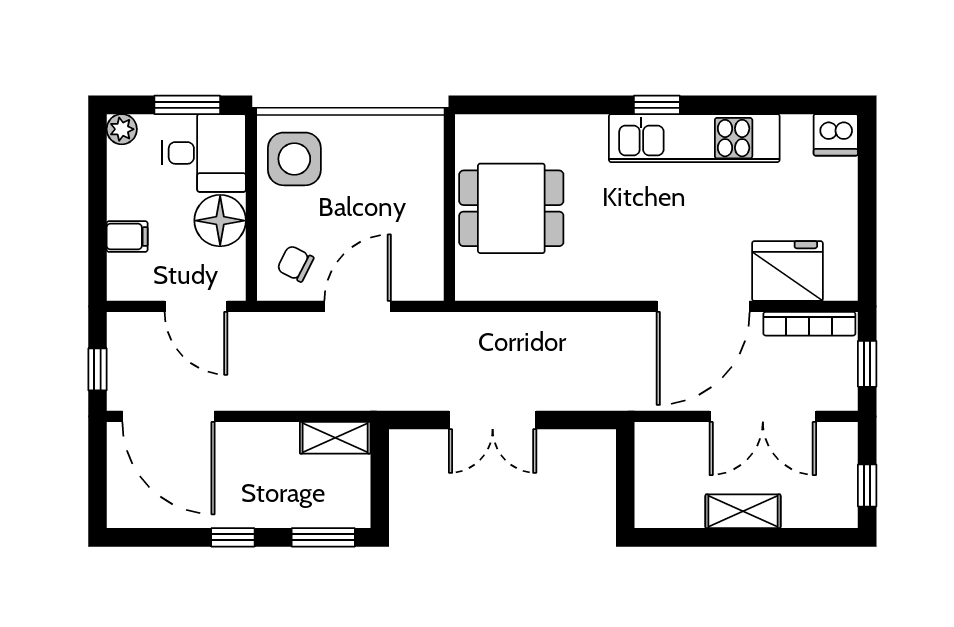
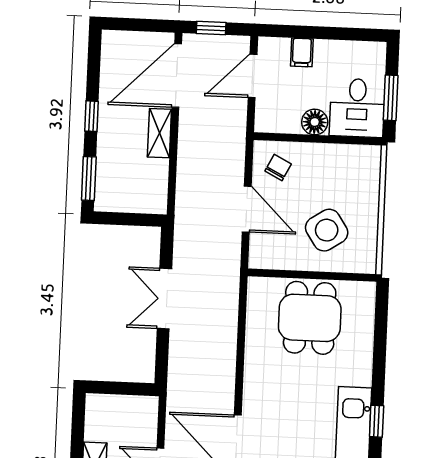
plant: (122, 129) -> (376, 52), removed
side table: (294, 159) -> (327, 230), moved, turned -33
floor lamp: (220, 221) -> (315, 122), width x0.73, depth x0.73
door: (196, 306) -> (253, 76), moved
shelving: (335, 438) -> (159, 133), moved

